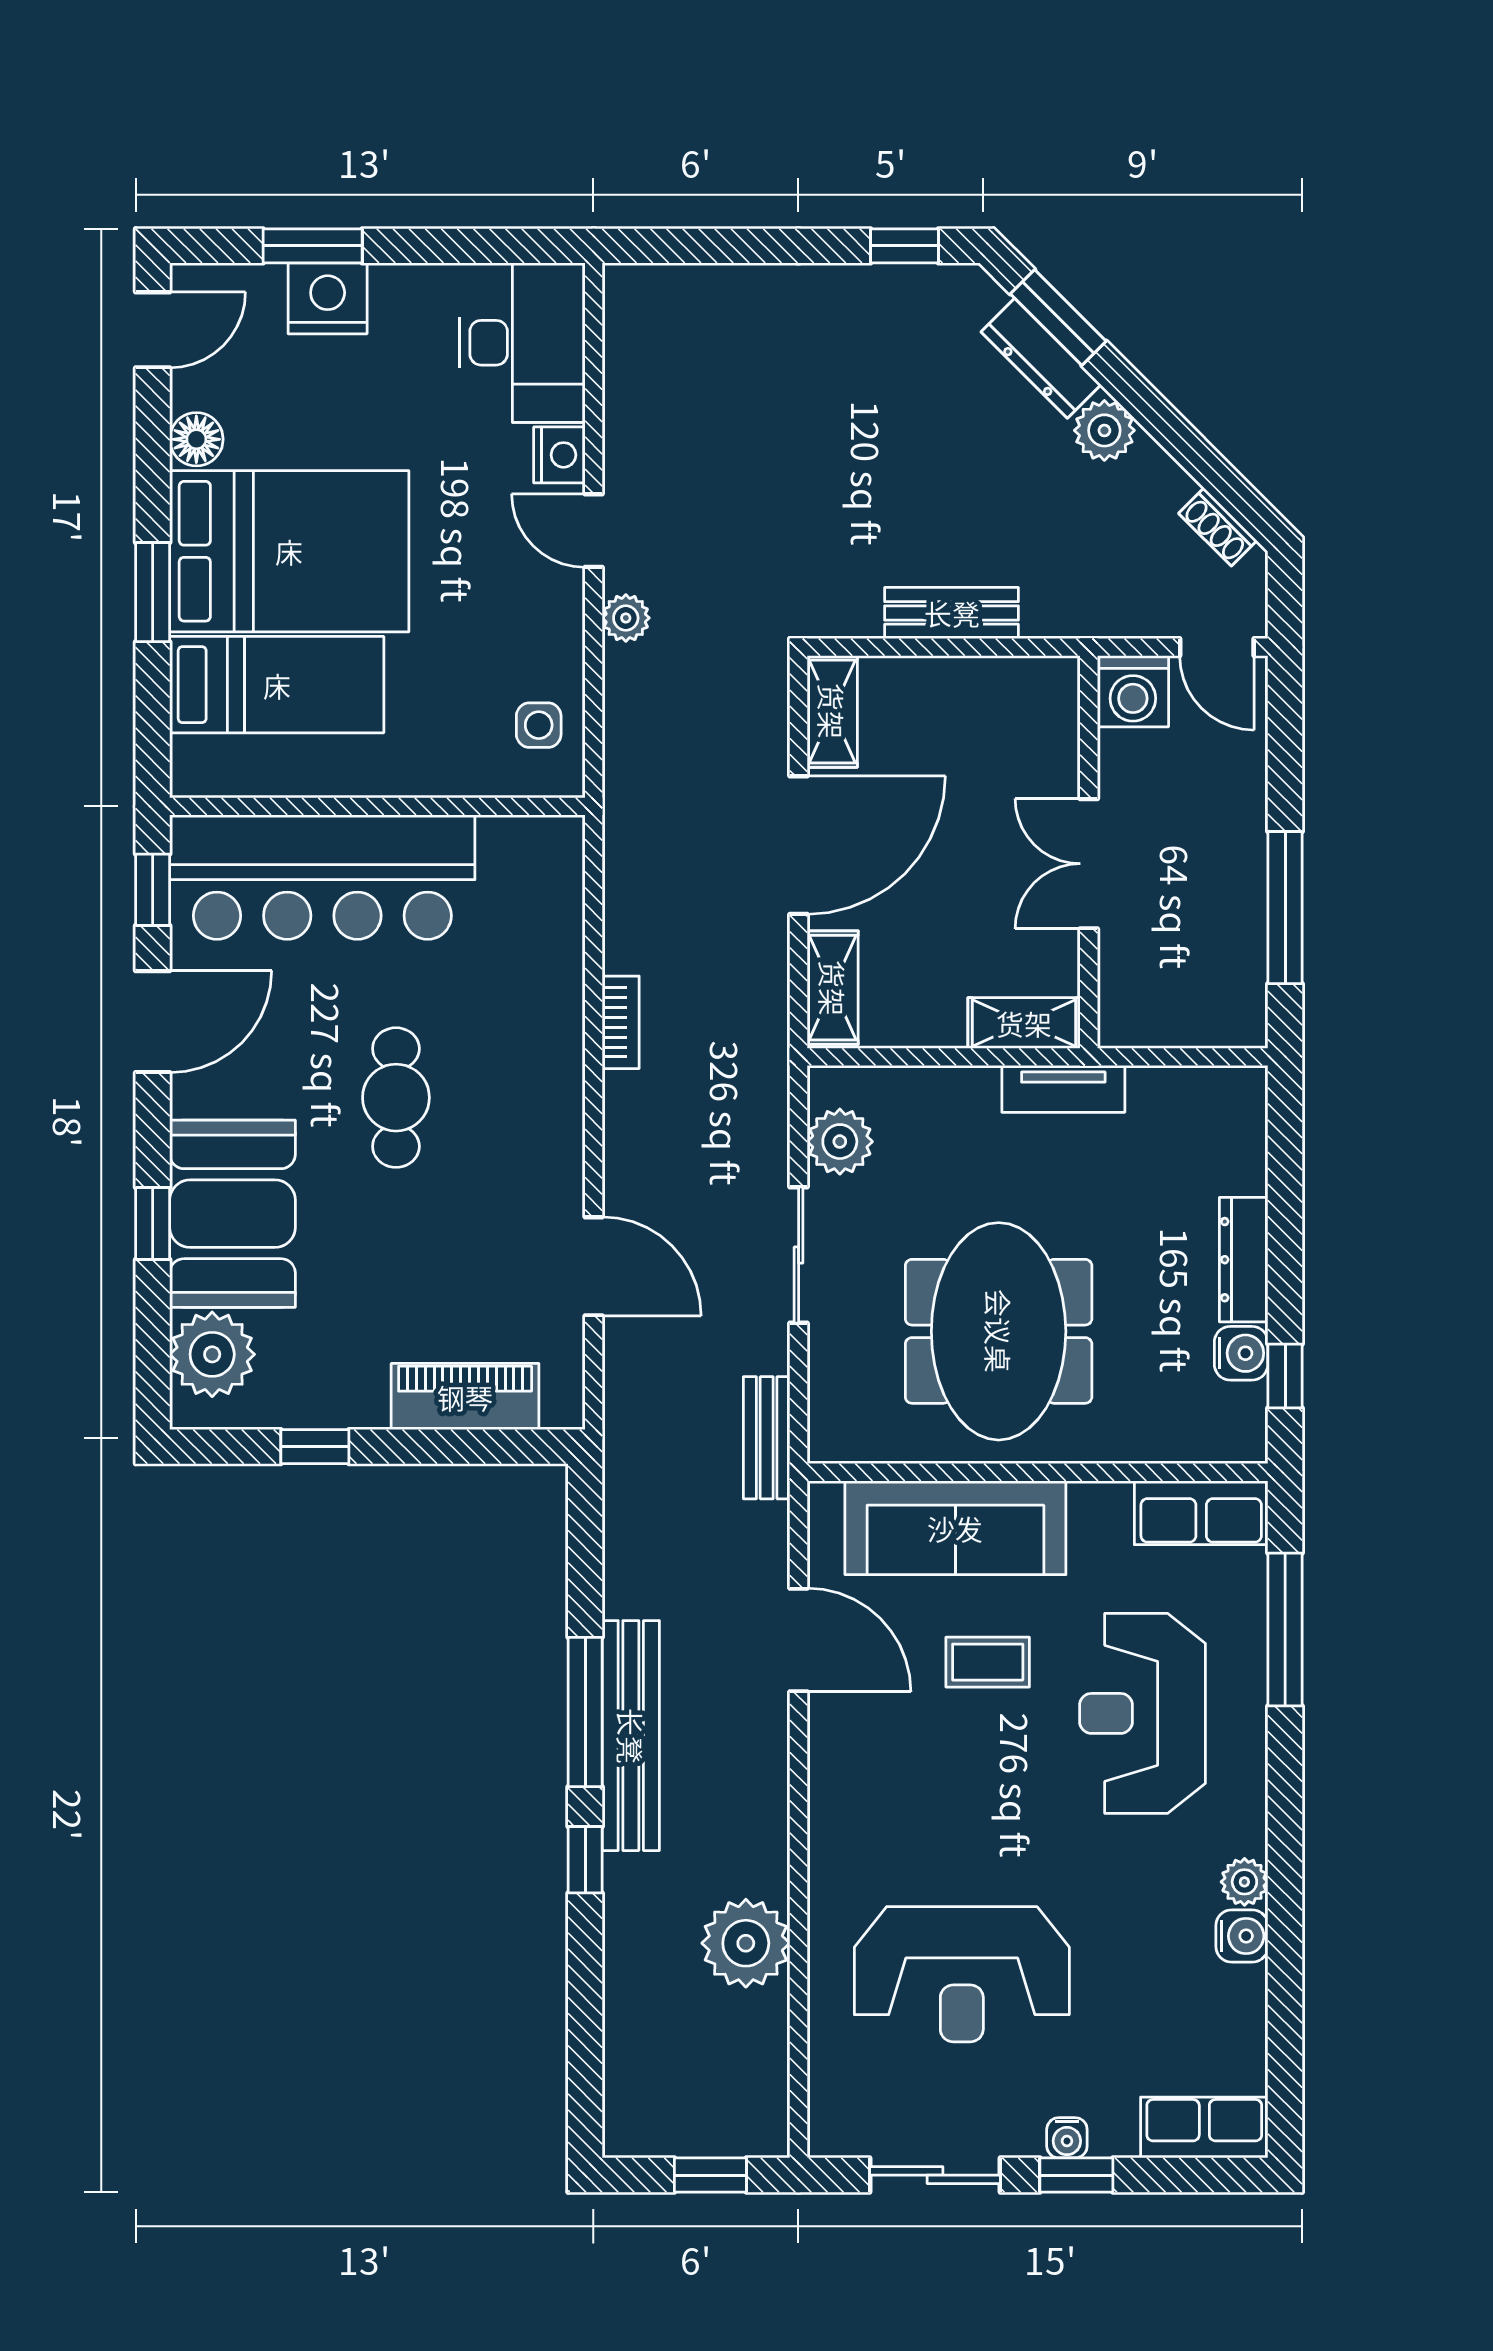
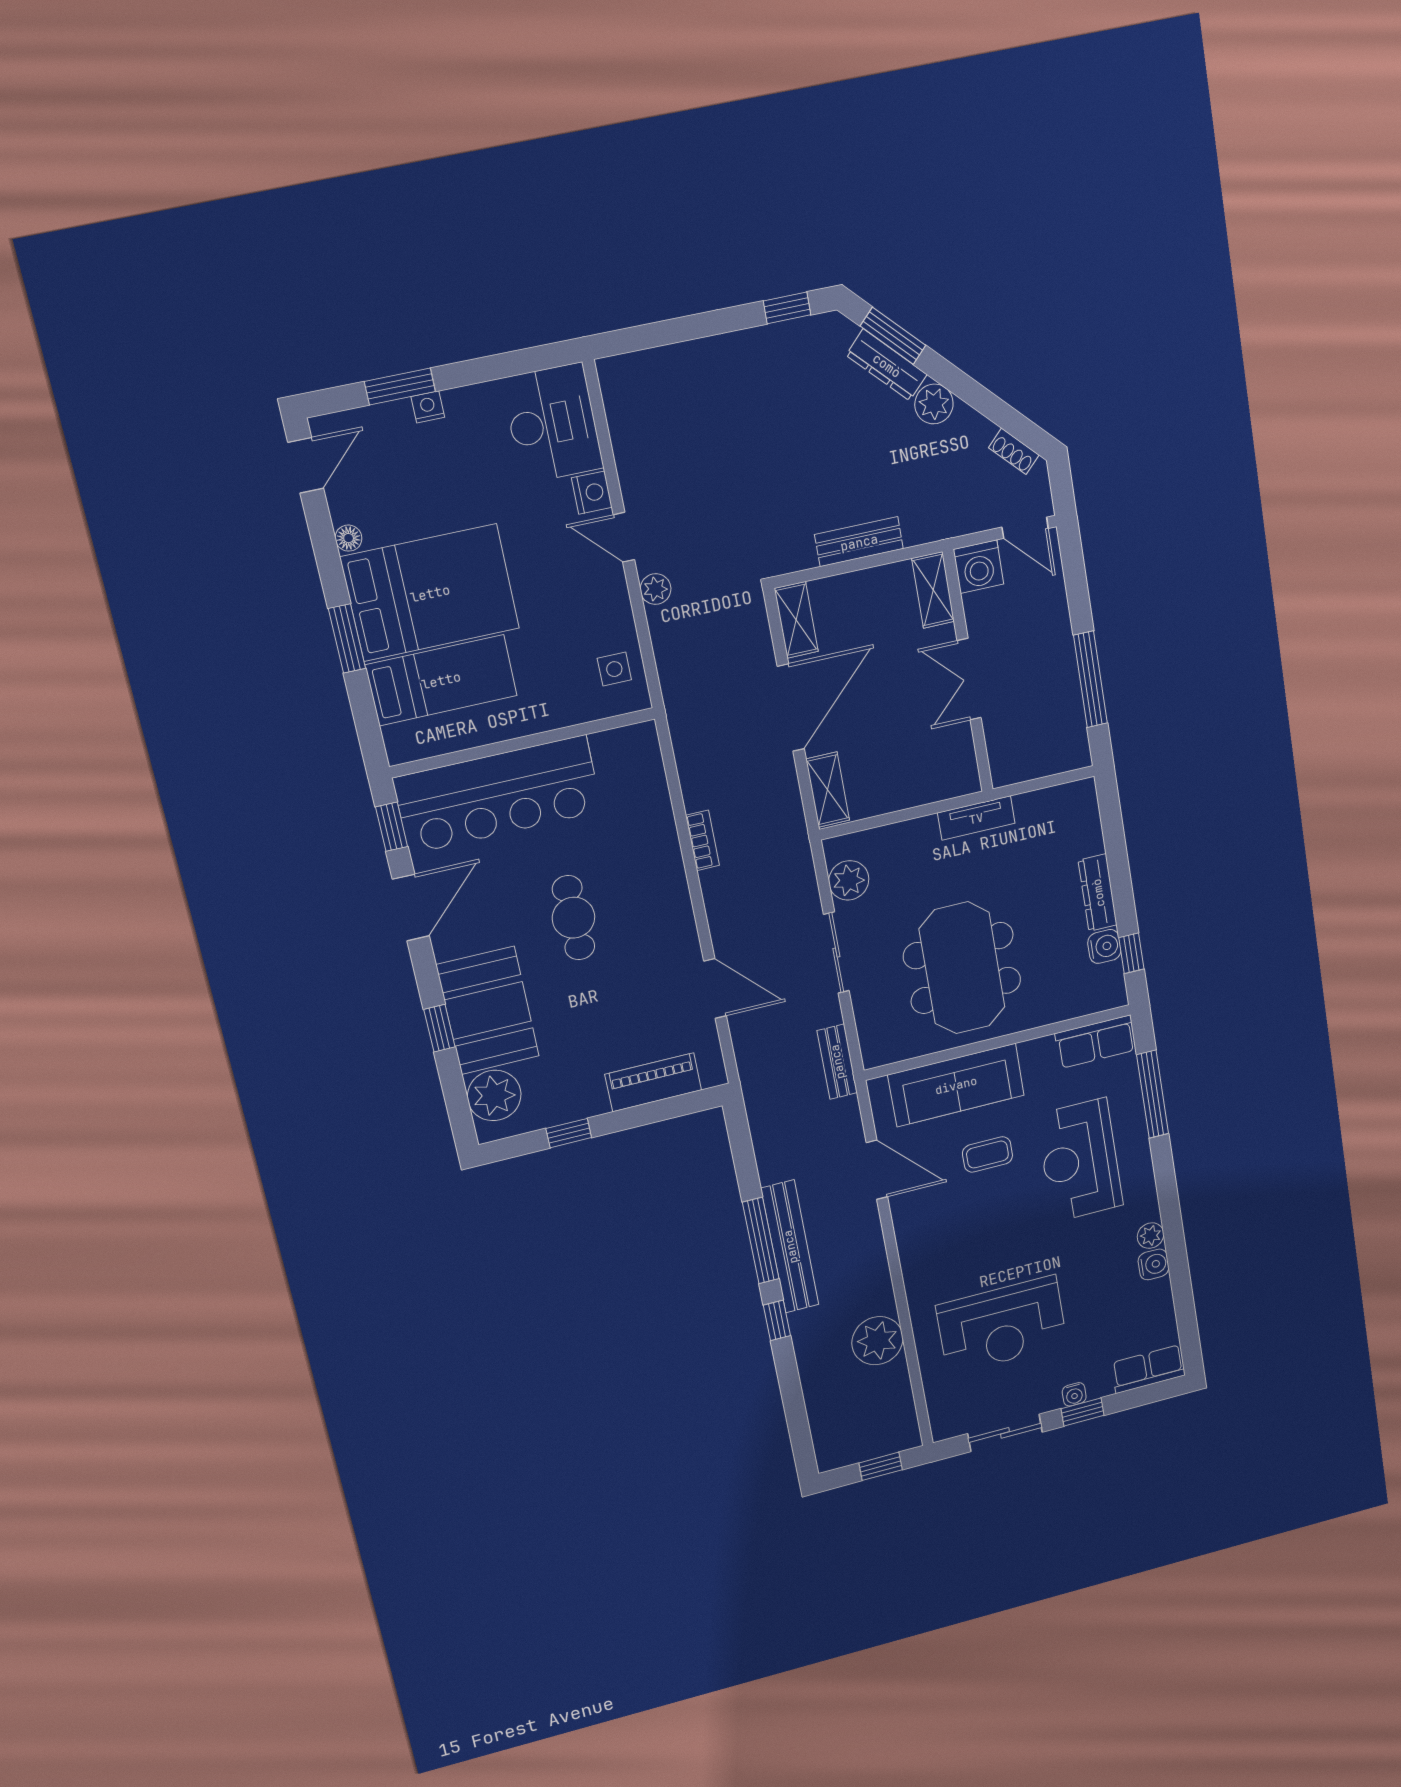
nightstand: (328, 298) -> (428, 407), width x0.53, depth x0.56
floor lamp: (196, 439) -> (349, 538), width x0.73, depth x0.73
shelving: (1024, 1023) -> (933, 590), moved, turned 90

